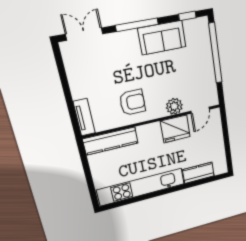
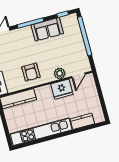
armchair: (132, 102) -> (31, 72), turned 90

